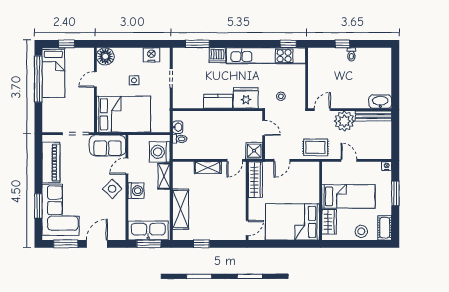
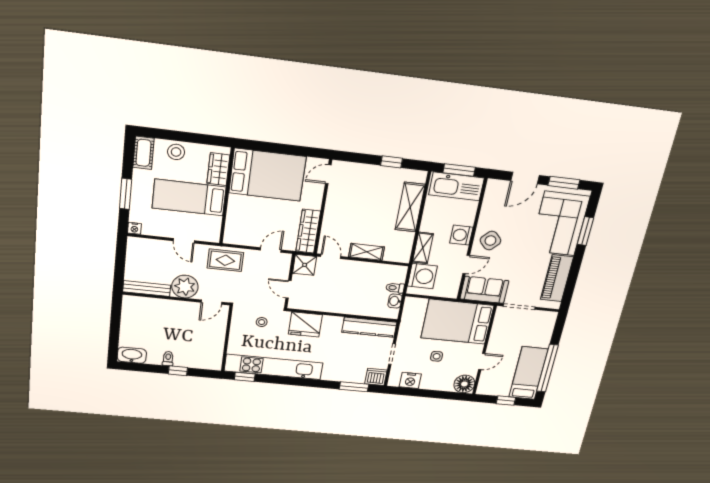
dishwasher: (217, 55) -> (376, 377), moved
kitchen counter: (218, 101) -> (369, 327), moved, width x1.50
washbasin: (380, 102) -> (132, 355), moved, turned 180
door: (235, 160) -> (331, 256), hinge flipped

